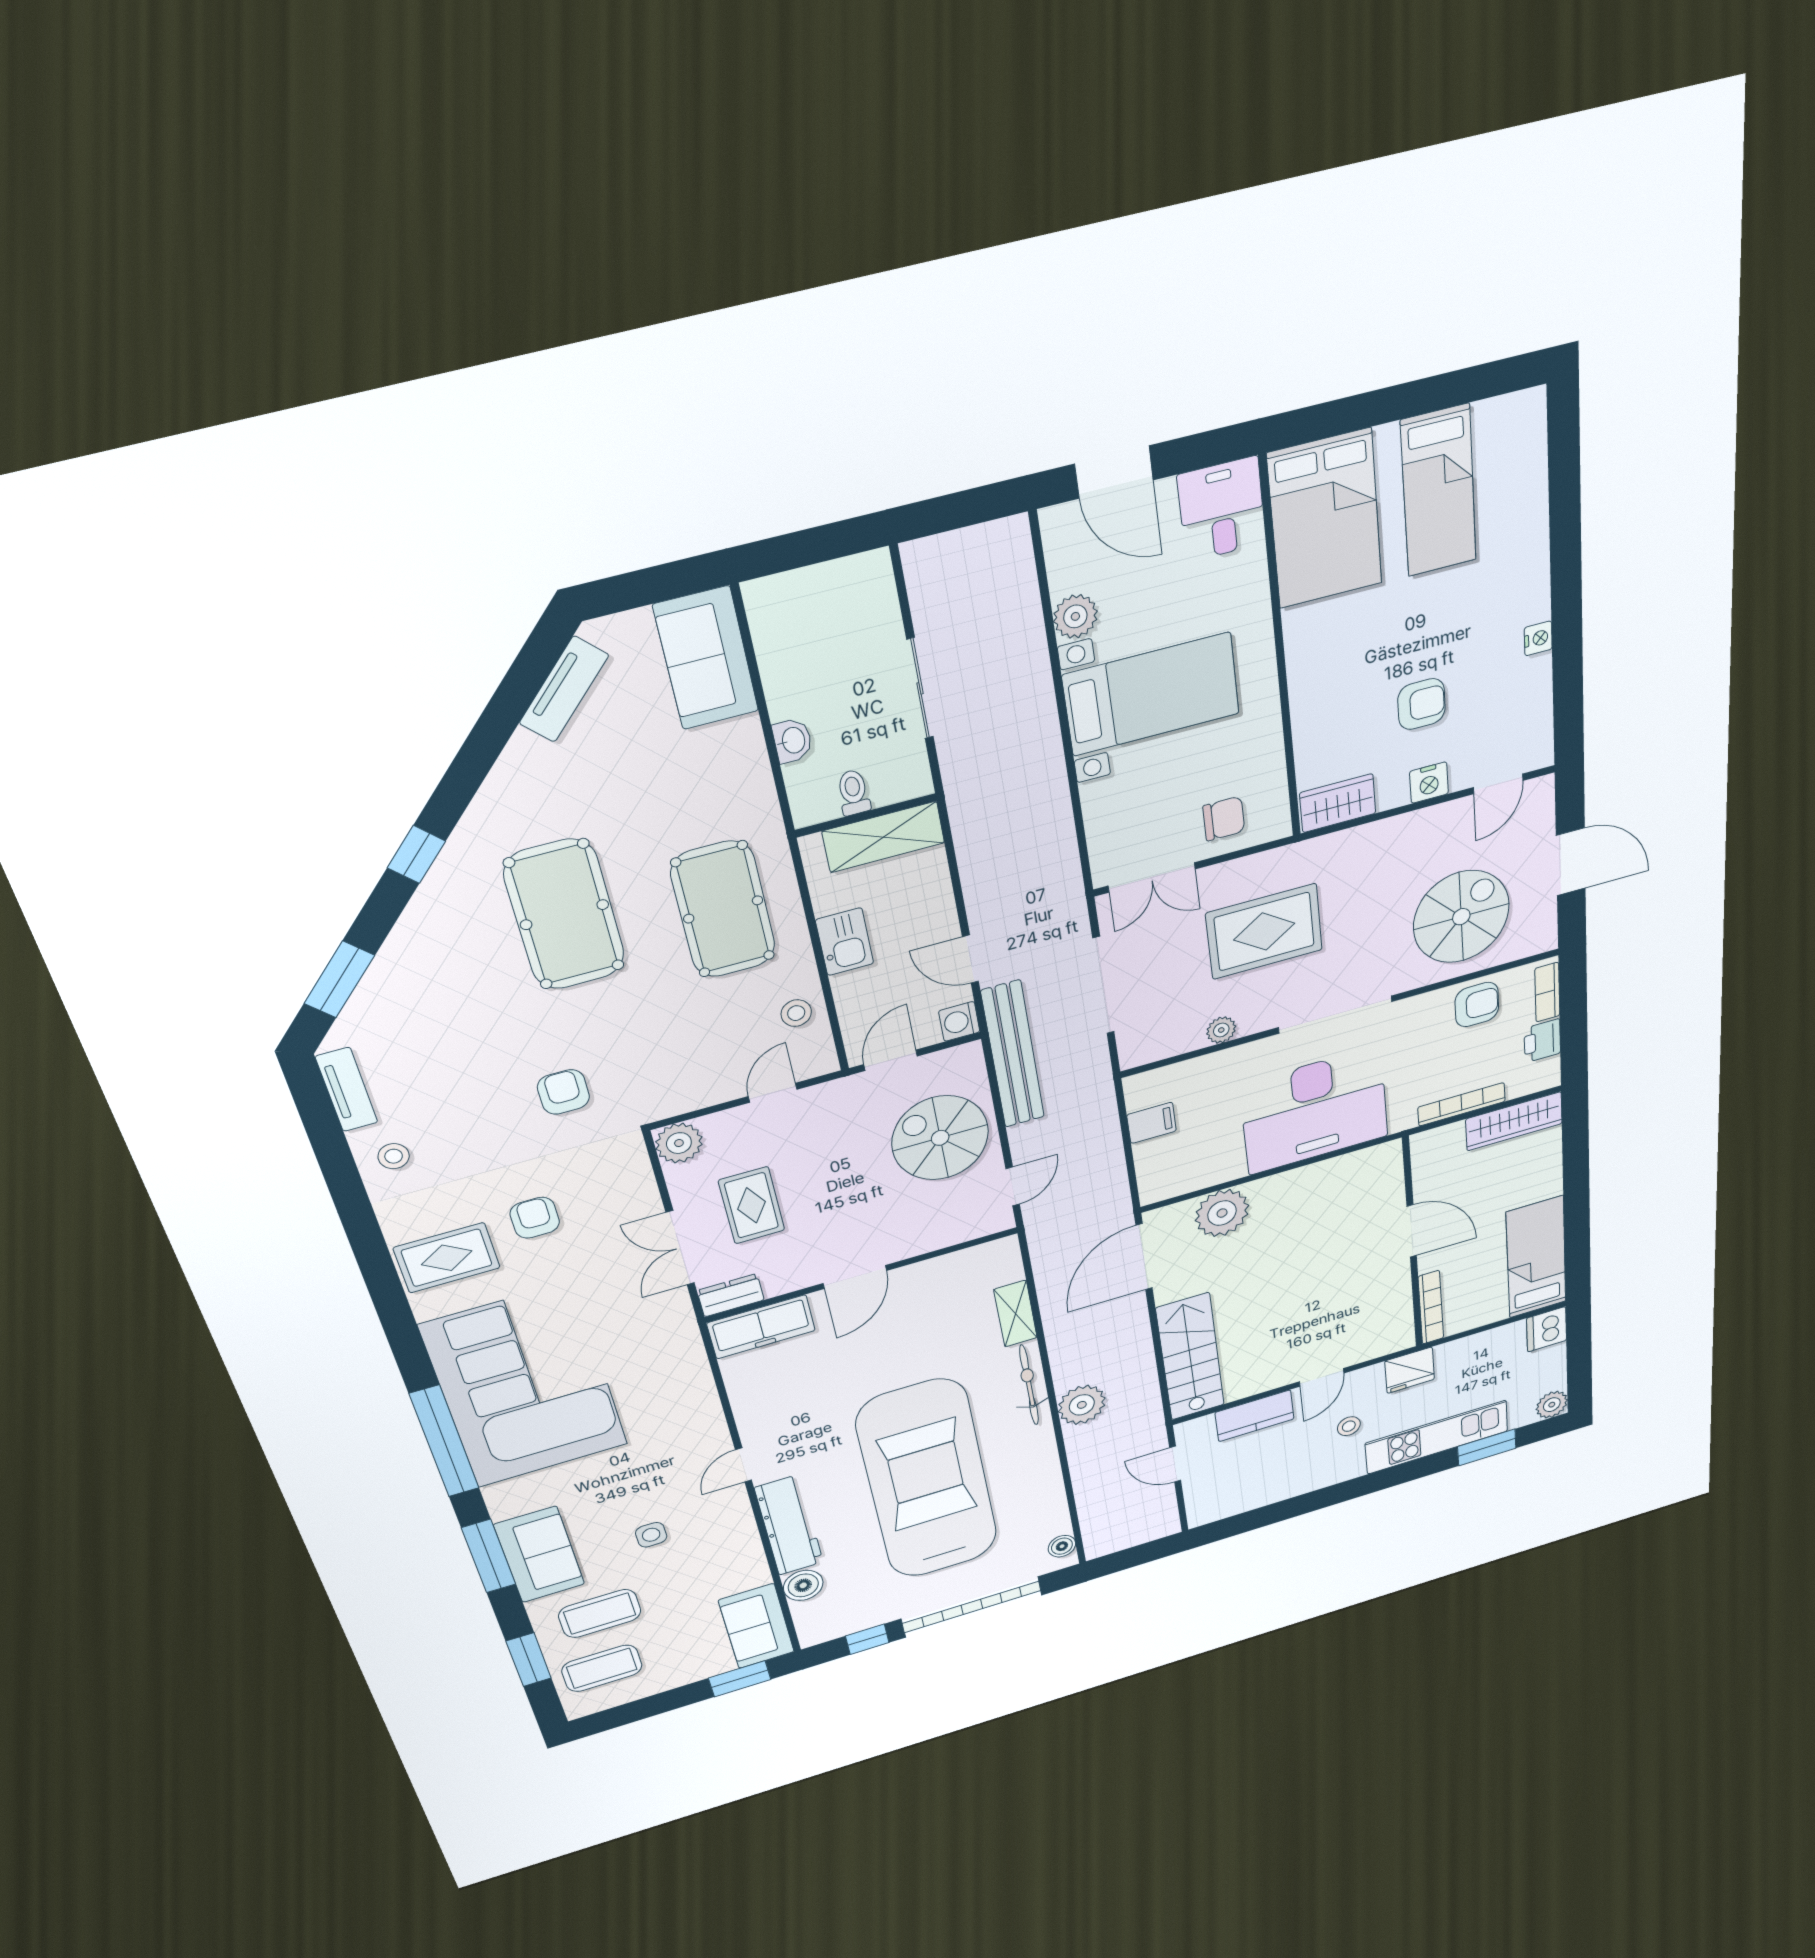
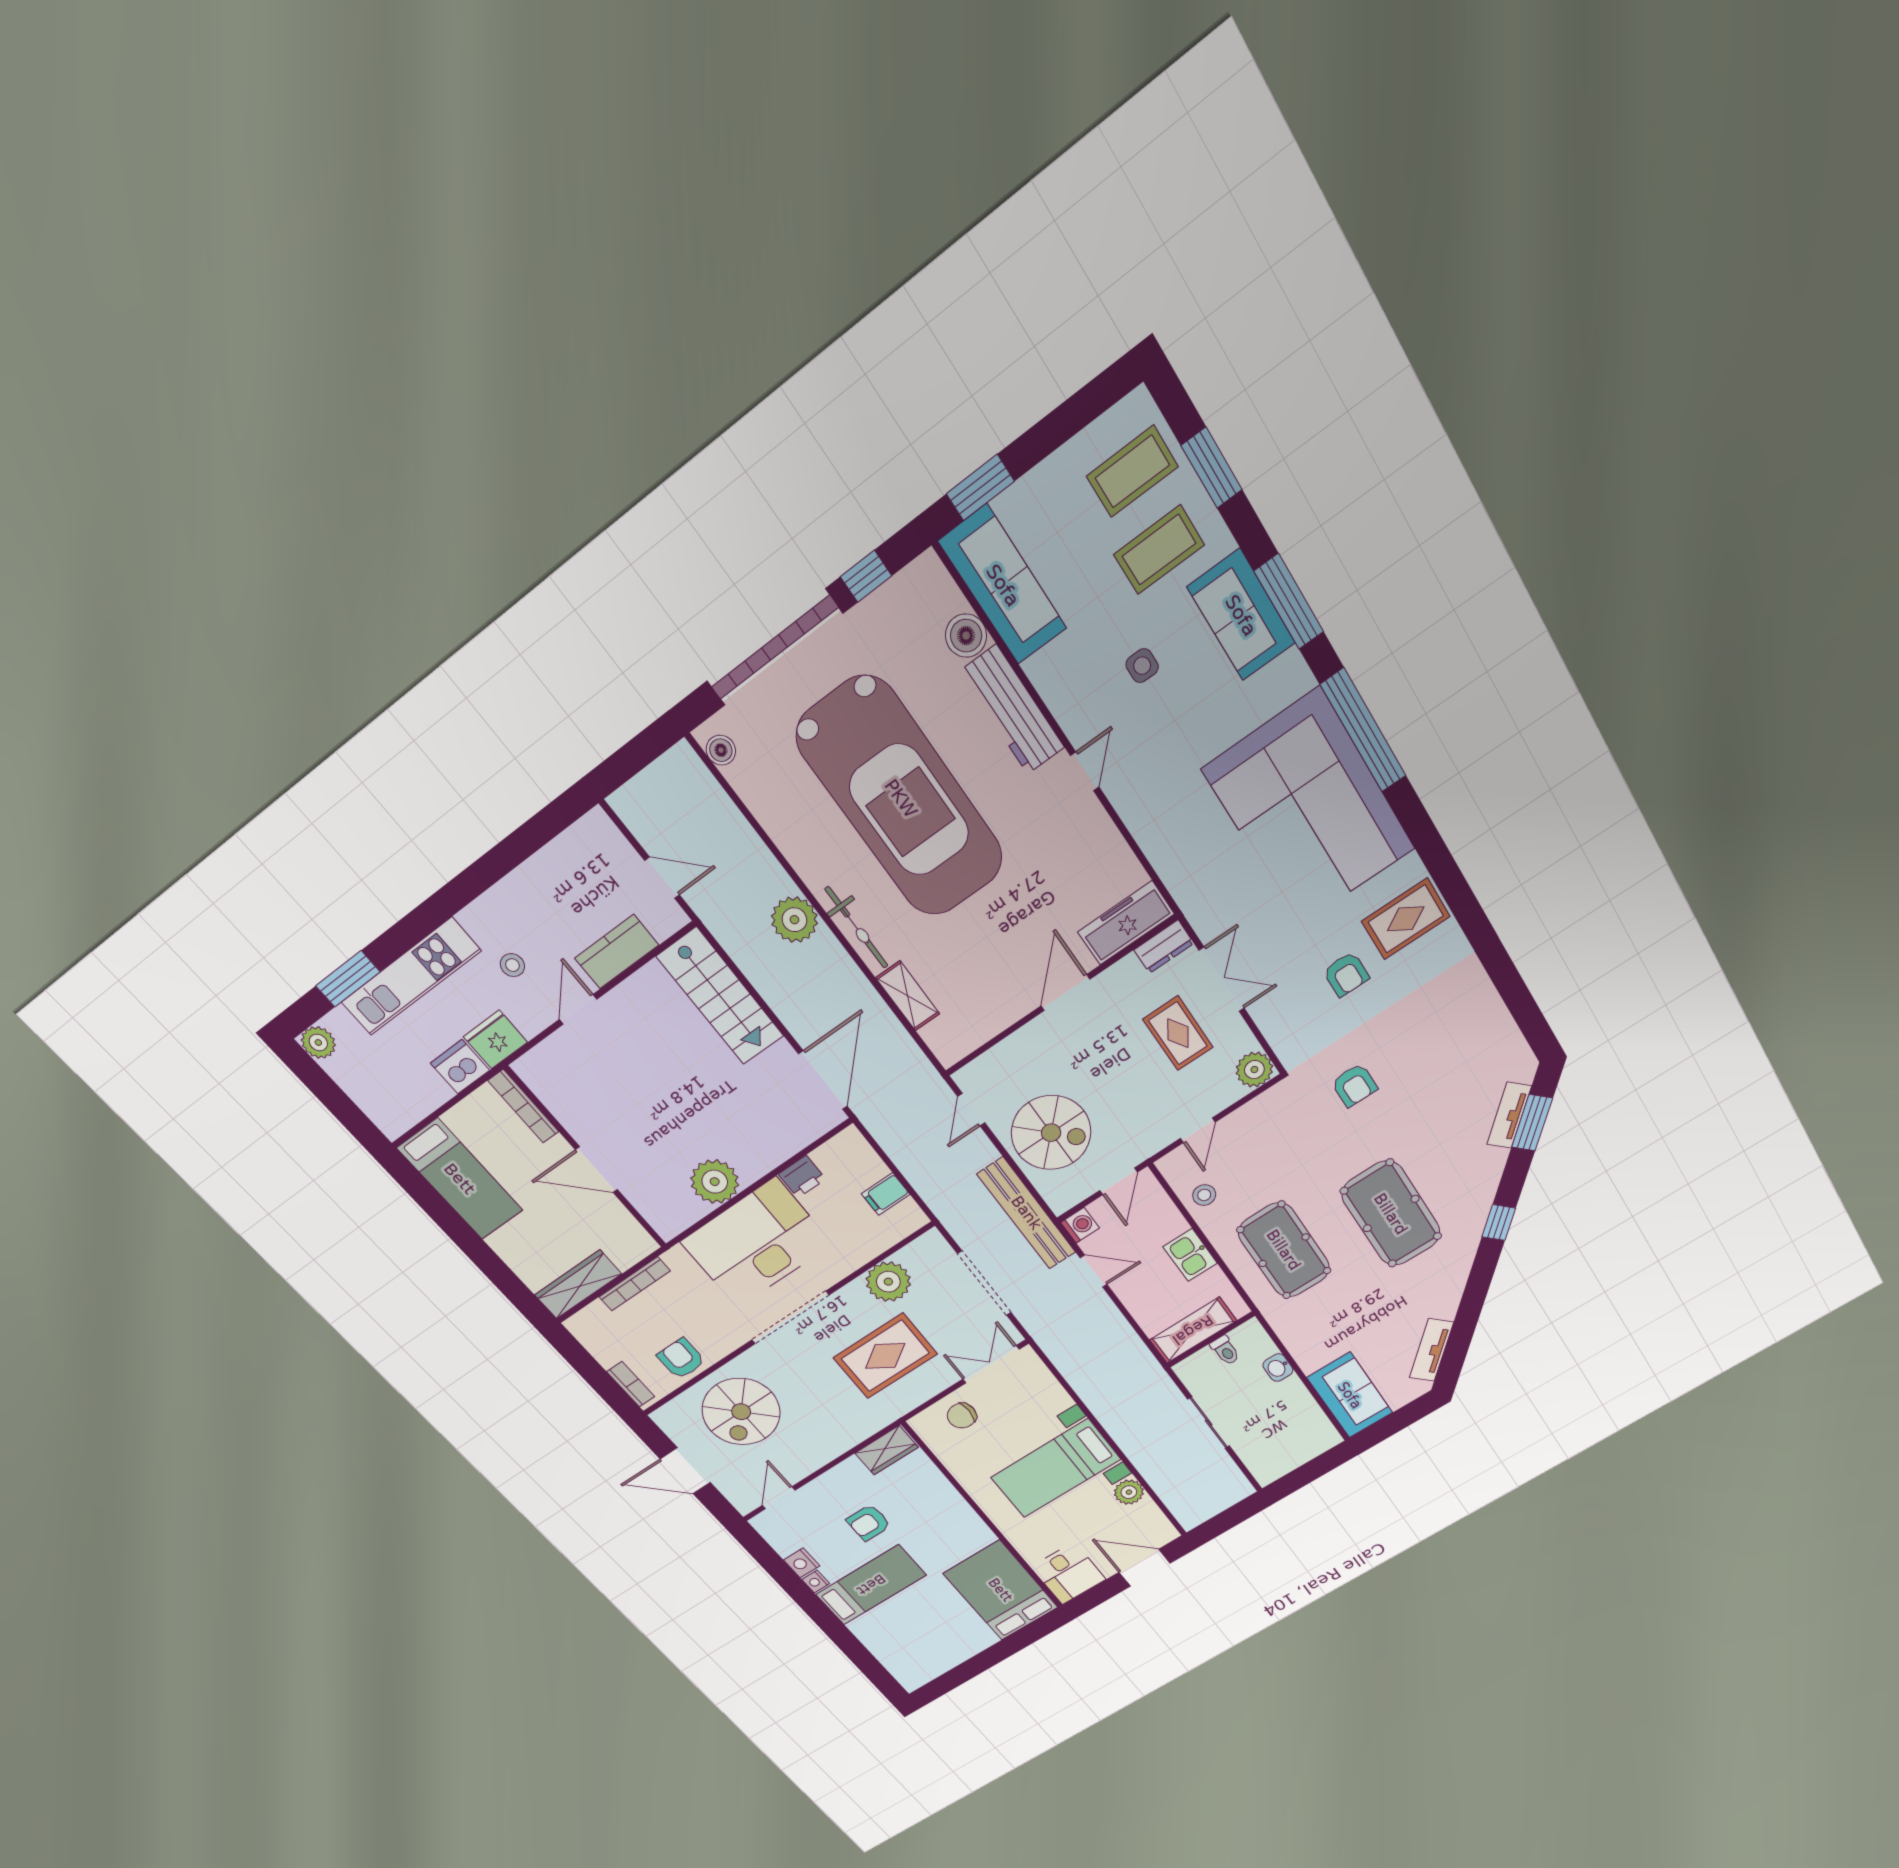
bed: (1439, 491) -> (871, 1585), moved, turned 90
nightstand: (1429, 783) -> (802, 1563), moved, turned -90
armchair: (1477, 1005) -> (681, 1359), turned 90
plant: (1221, 1030) -> (888, 1282), width x1.87, depth x1.87
printer: (1542, 1041) -> (802, 1177), moved, turned 90
tv unit: (347, 1090) -> (1509, 1115), moved, turned 45
stool: (394, 1156) -> (1466, 997), removed
plant: (1222, 1213) -> (715, 1182), moved
dishwasher: (1547, 1329) -> (460, 1067), moved, turned -90
sofa: (756, 1626) -> (1003, 585), width x1.36

